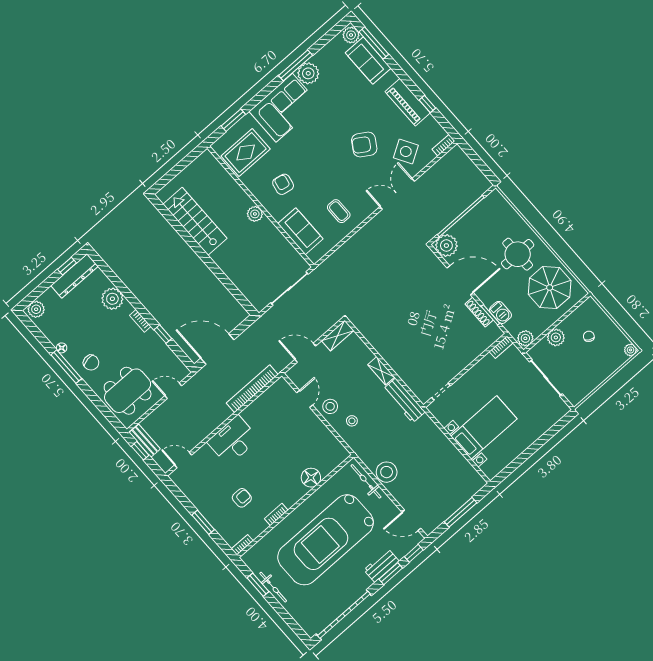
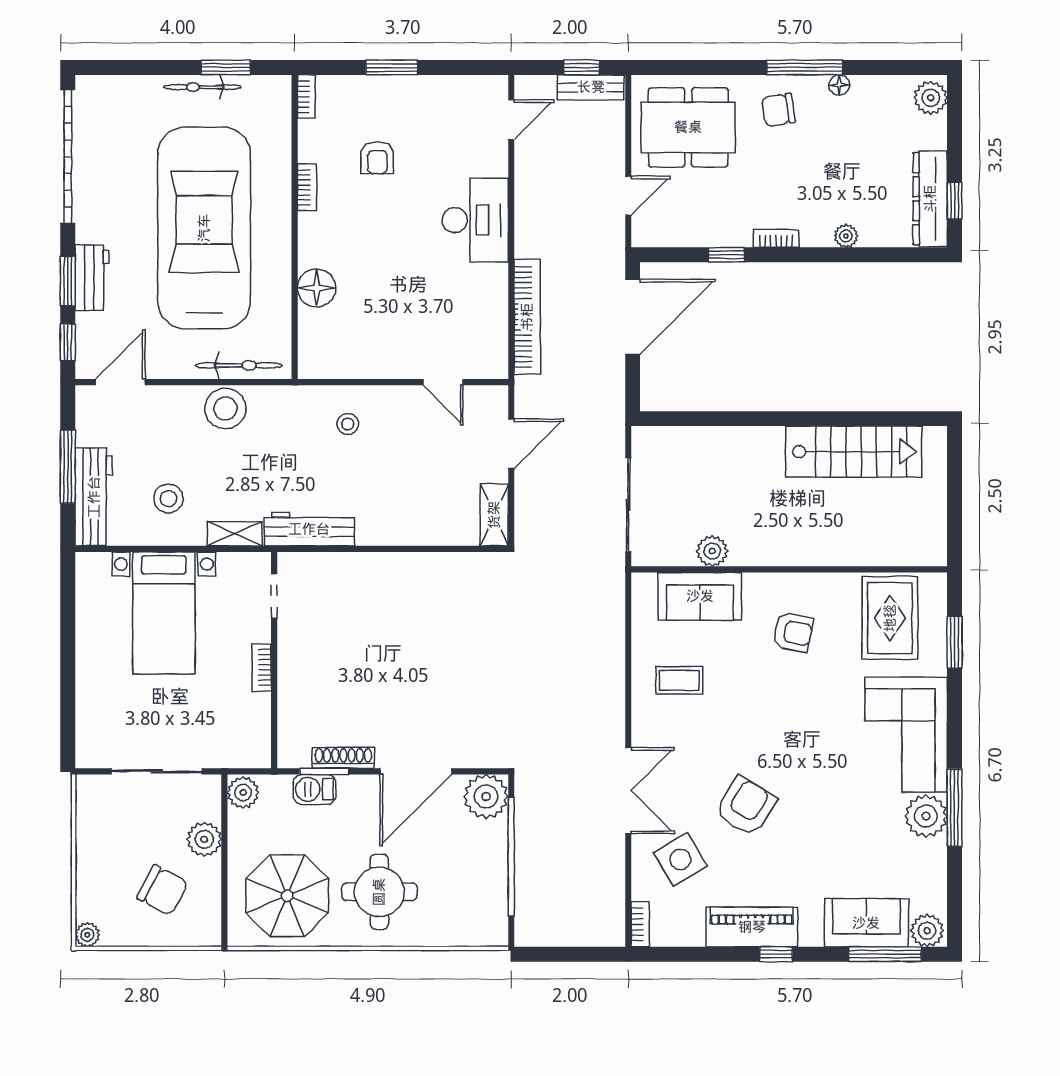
window: (427, 104) -> (776, 954), moved
plant: (255, 214) -> (712, 551), moved
plant: (112, 299) -> (846, 236), width x0.53, depth x0.53
chair: (589, 336) -> (163, 890), width x1.87, depth x1.87
bookcase: (501, 347) -> (262, 667), moved
shelving: (381, 371) -> (235, 534), moved
dining table: (128, 391) -> (688, 127), turned 90
stool: (330, 406) -> (168, 499), moved
workbench: (463, 492) -> (94, 497), added

